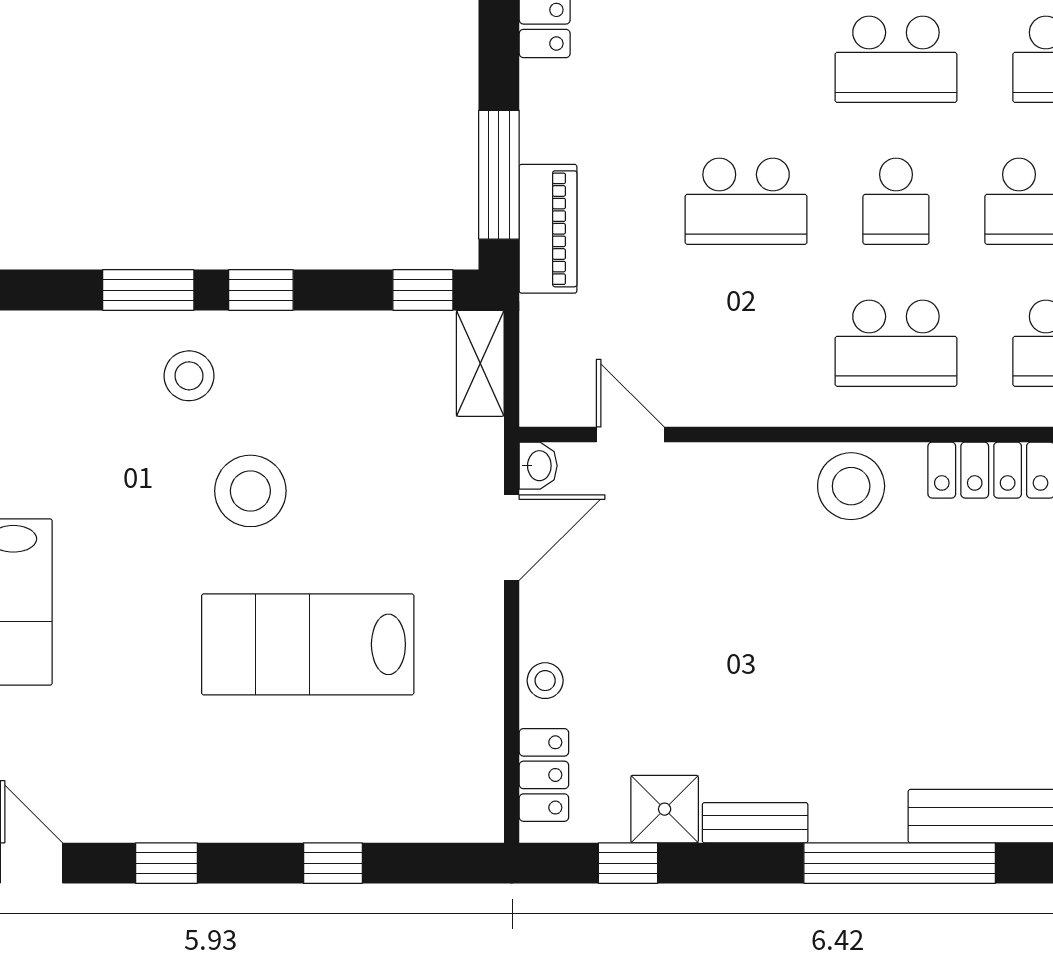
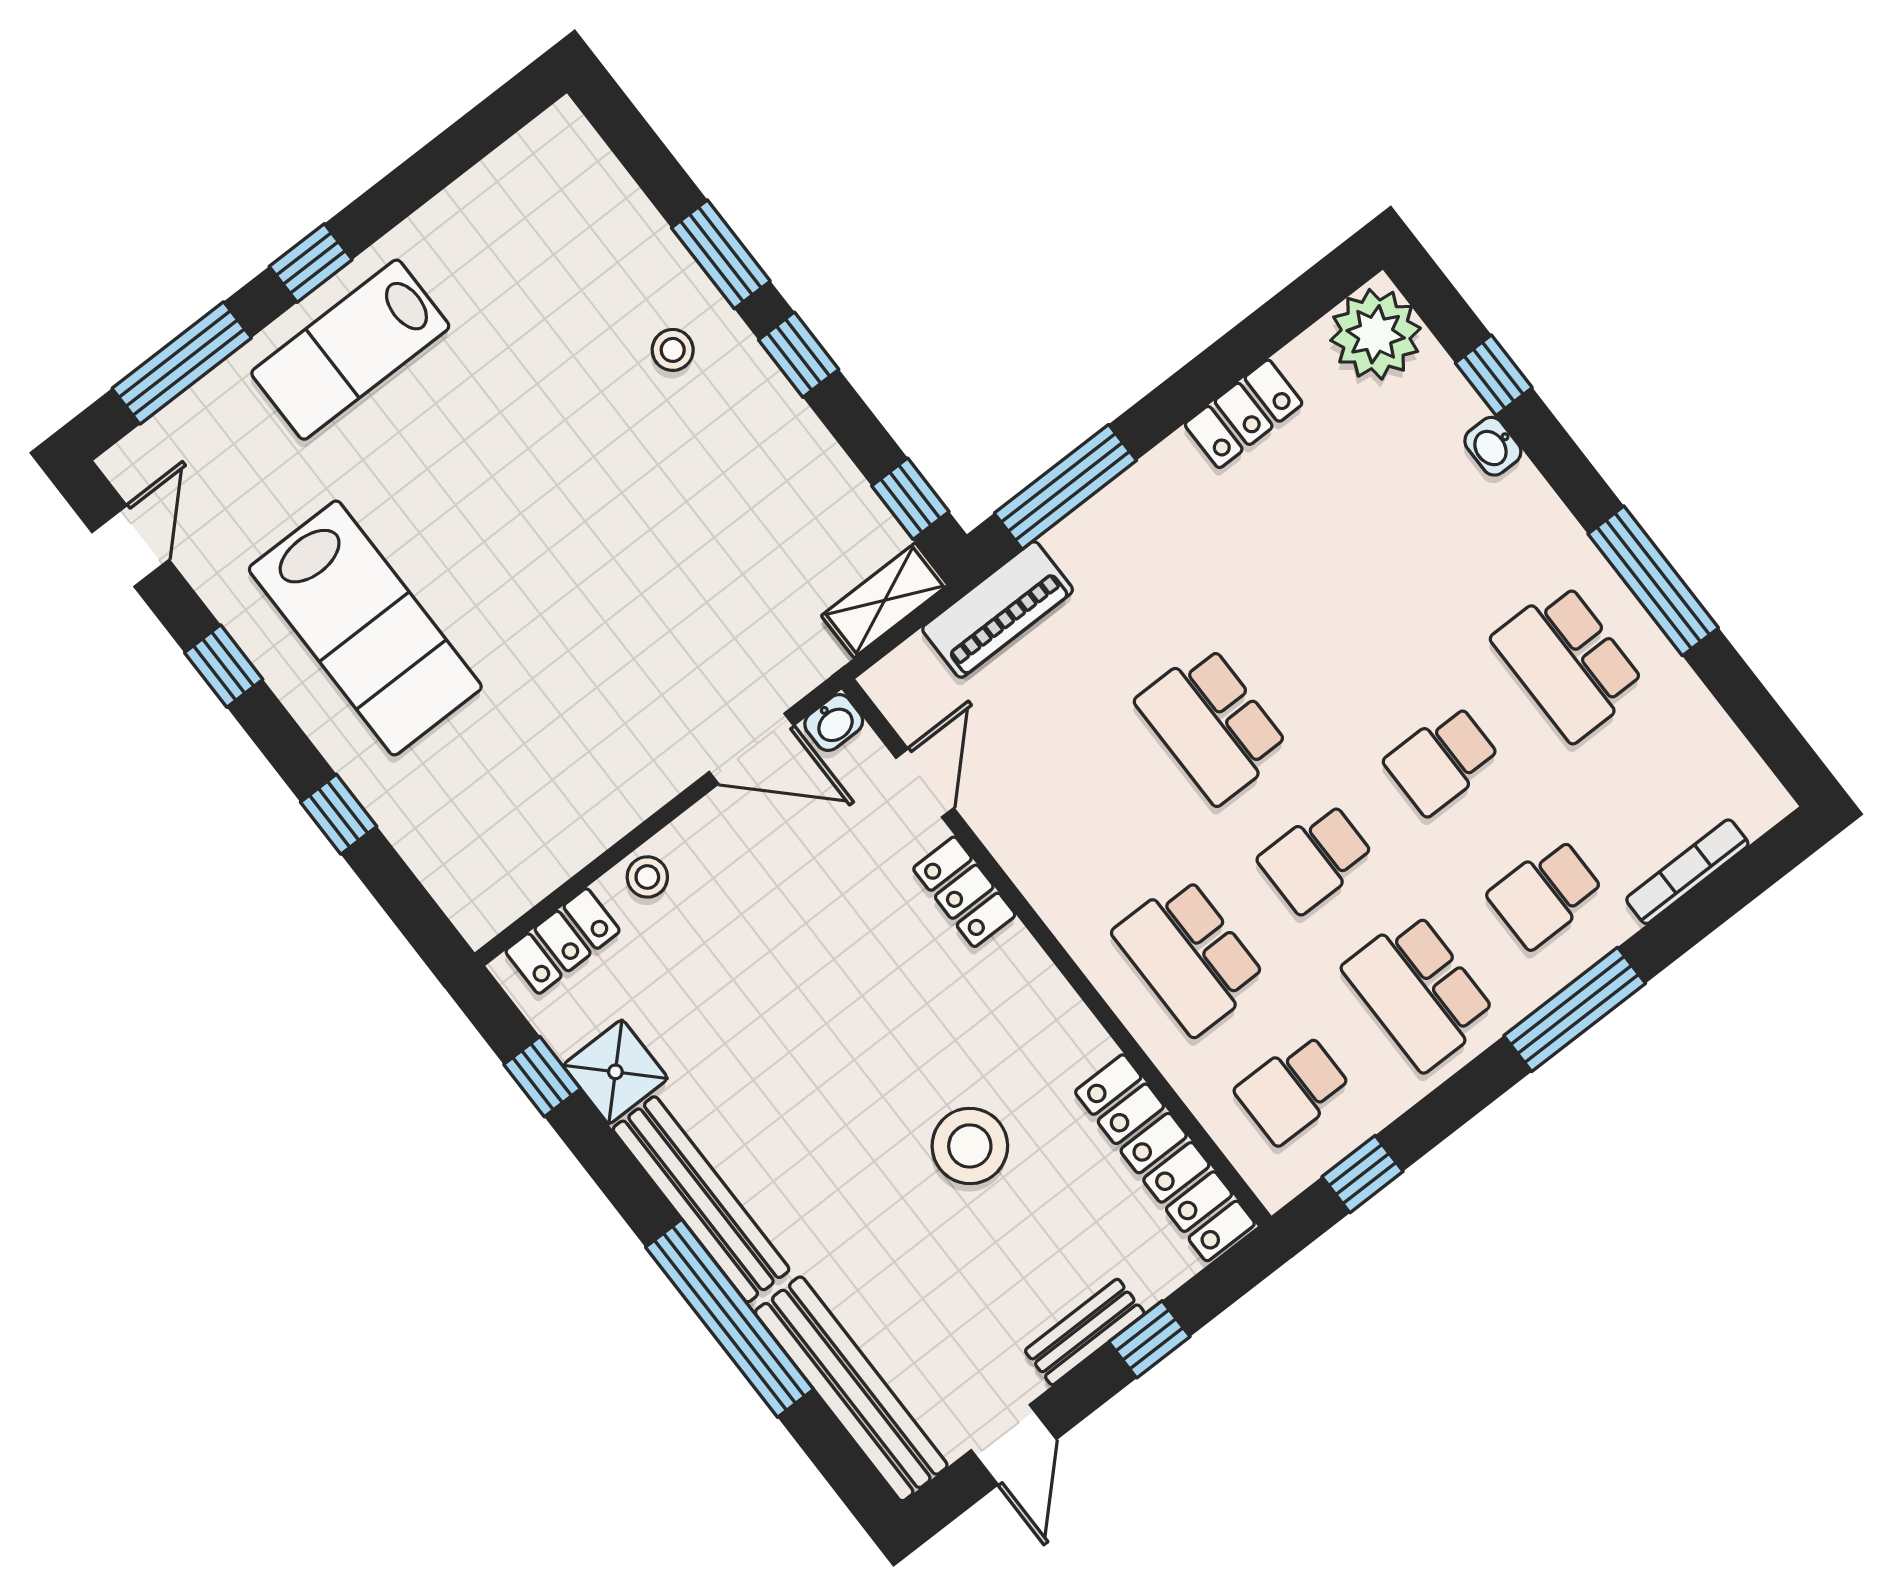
school desk: (896, 59) -> (1442, 760), width x0.54
piano: (548, 229) -> (998, 609), moved
stool: (189, 376) -> (673, 350), width x0.73, depth x0.73
locker: (728, 466) -> (964, 892), added
stool: (851, 486) -> (970, 1146), moved
stool: (250, 491) -> (613, 484), removed
lab bench: (308, 644) -> (365, 628), moved, turned 180
bench: (755, 823) -> (701, 1199), width x1.86, depth x1.21

